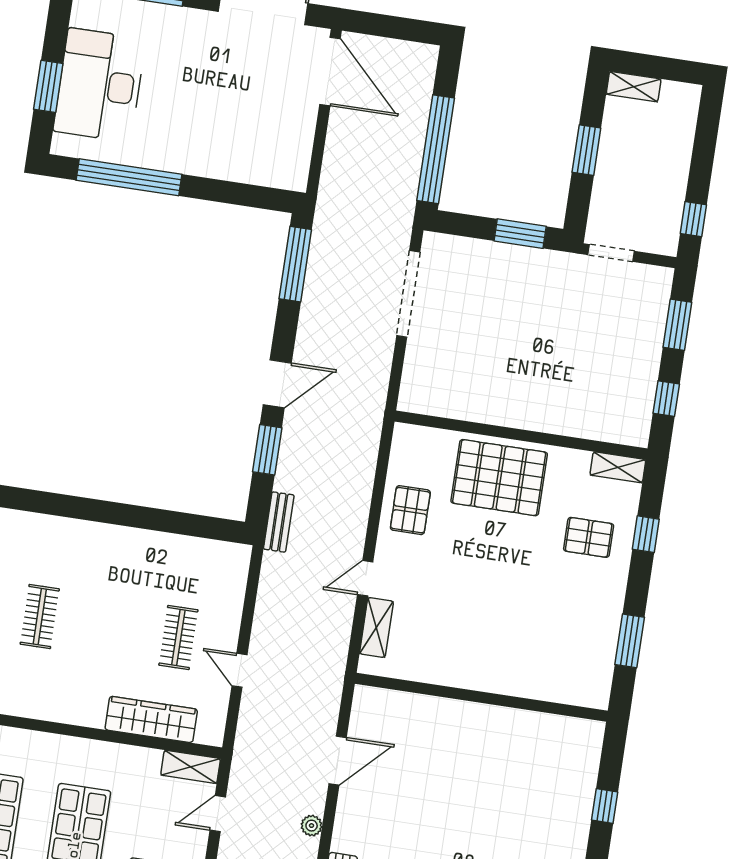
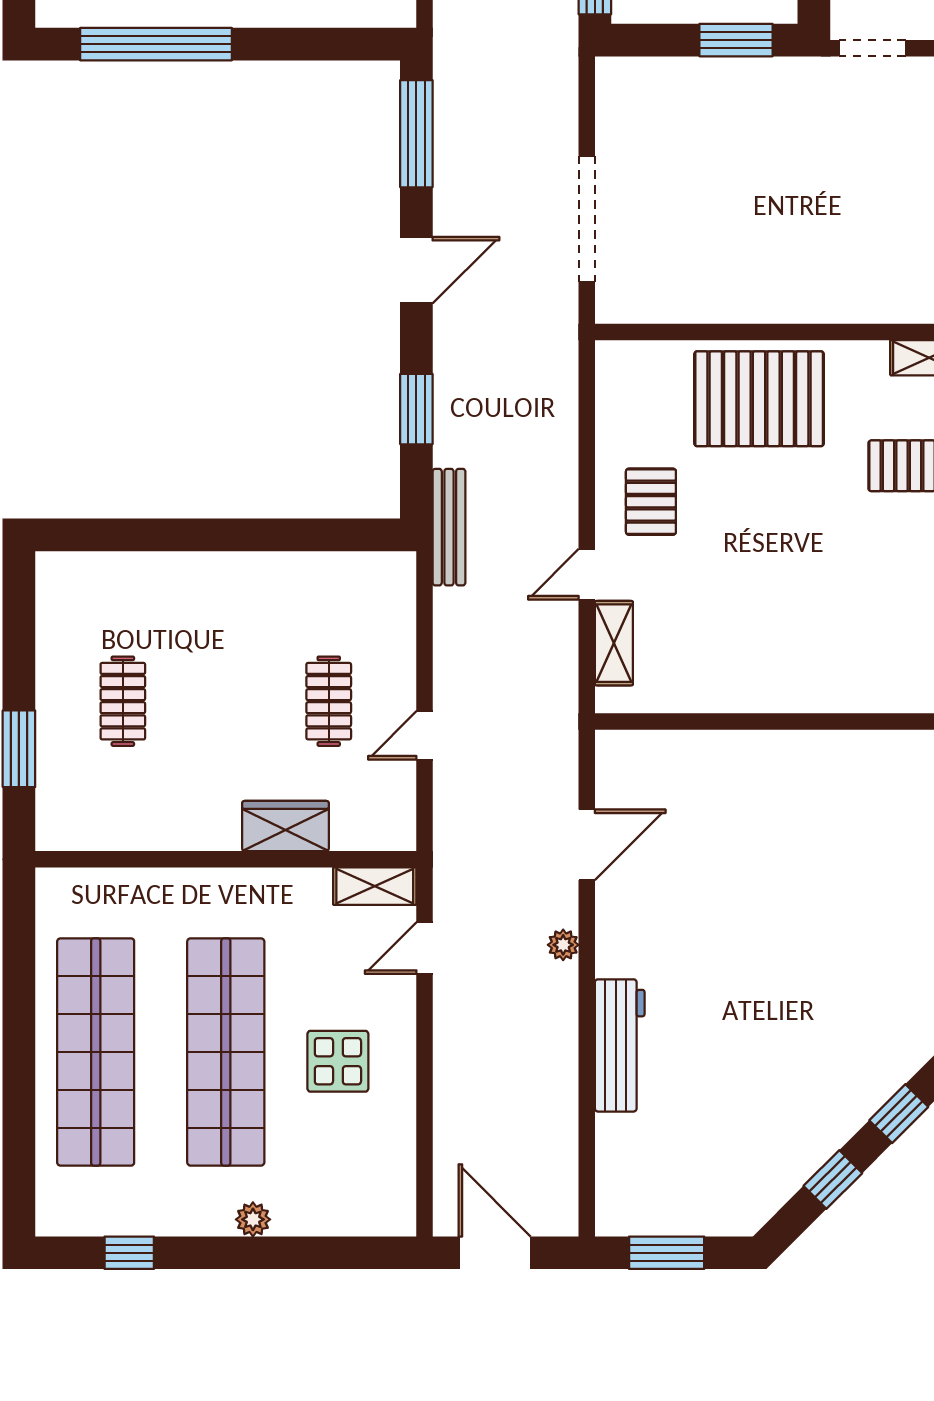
doorway: (408, 294) -> (587, 219), moved
door: (277, 384) -> (416, 270), moved
pallet: (410, 510) -> (651, 502), moved
bench: (279, 522) -> (449, 527), width x1.36
door: (239, 670) -> (425, 735), hinge flipped
wardrobe: (151, 719) -> (285, 826), width x0.67

